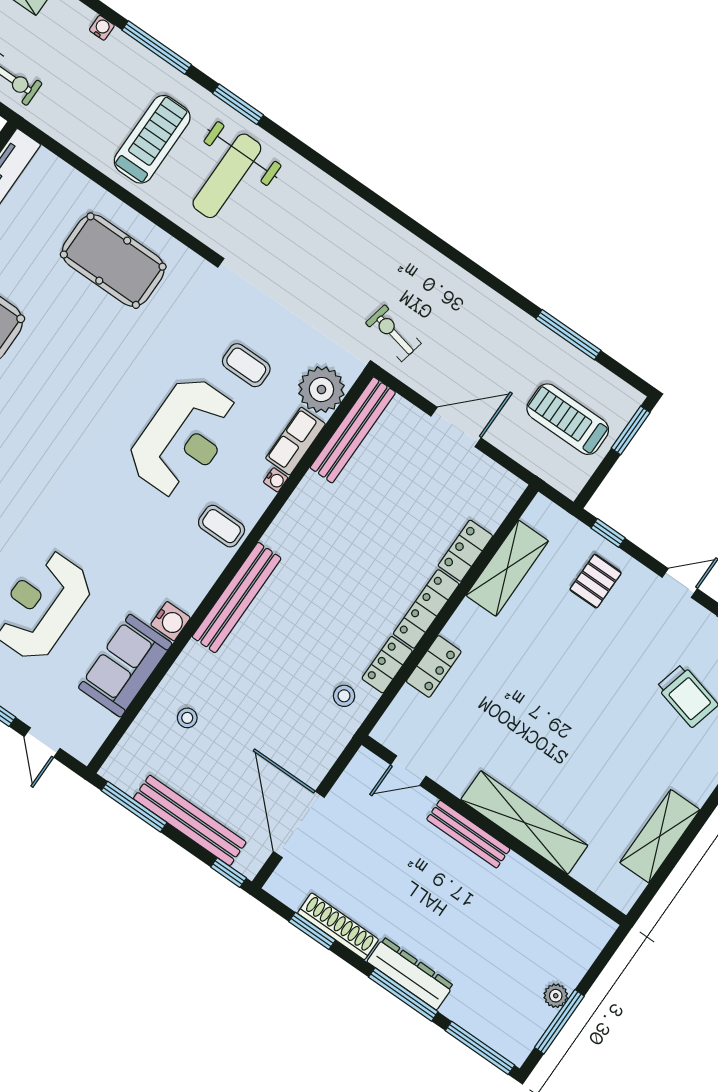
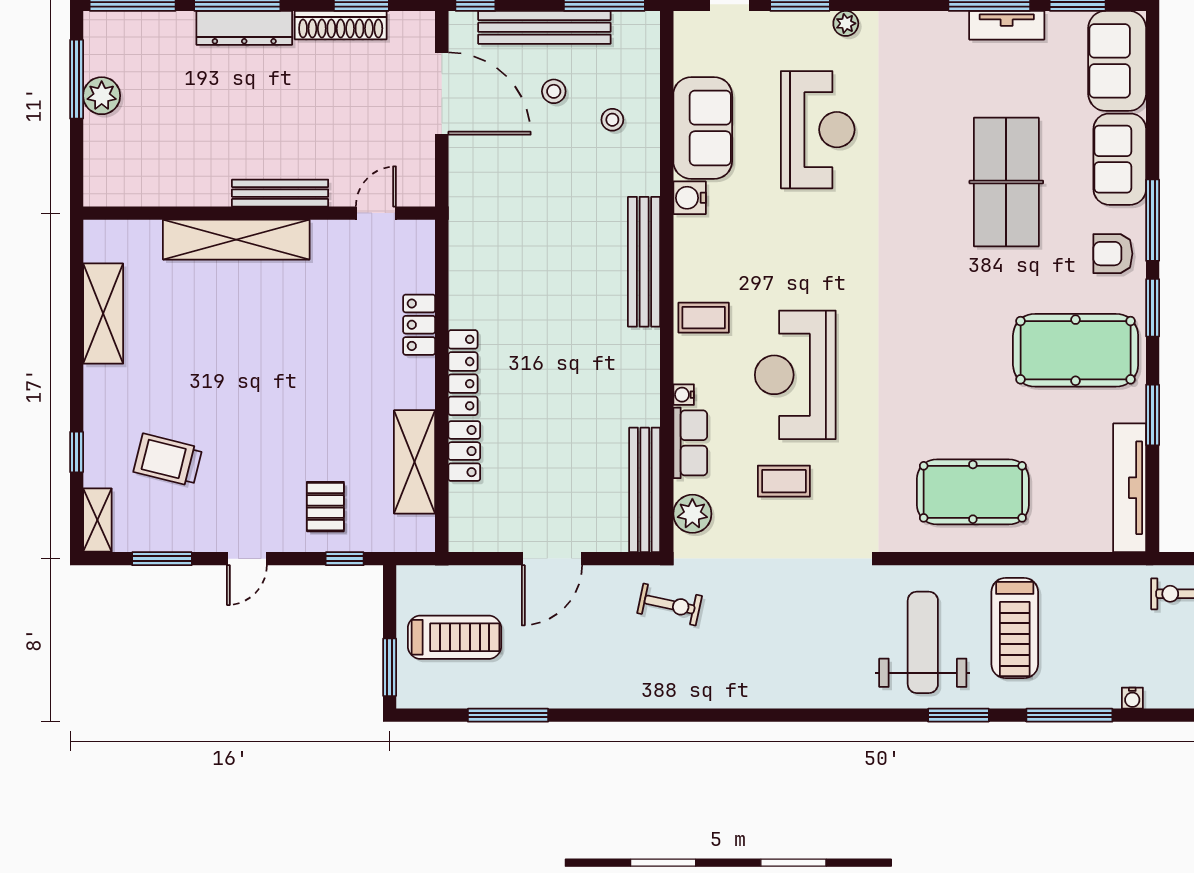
plant: (321, 390) -> (692, 514), width x0.73, depth x0.73
locker: (387, 665) -> (463, 296), removed
stool: (344, 696) -> (554, 91), moved
plant: (556, 996) -> (102, 96), width x1.38, depth x1.38

